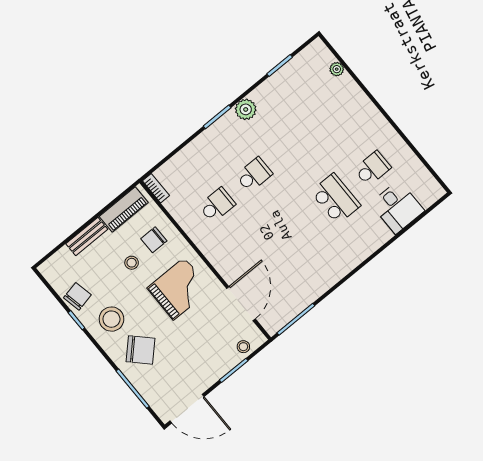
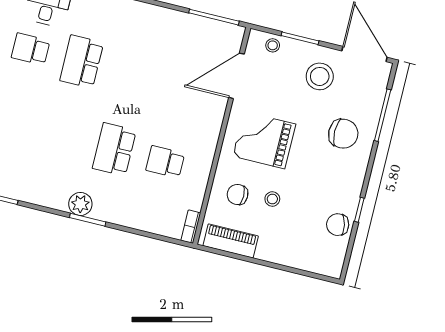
plant: (246, 109) -> (80, 204), moved
school desk: (254, 175) -> (114, 149), width x1.85
bench: (87, 237) -> (279, 256), removed
chair: (154, 240) -> (238, 195), turned 180
stool: (111, 319) -> (320, 76), moved
chair: (141, 350) -> (343, 134), turned 135

